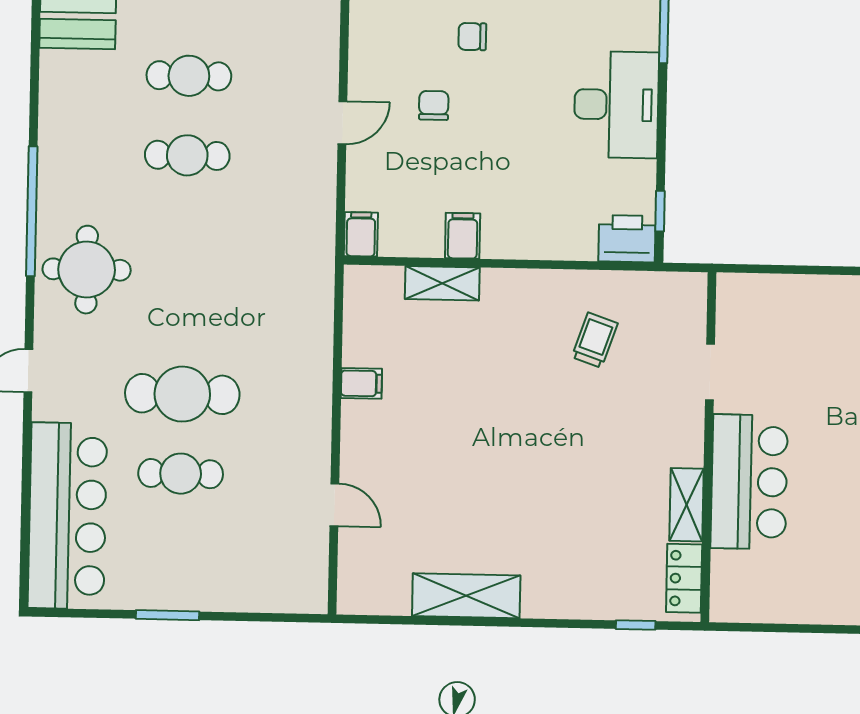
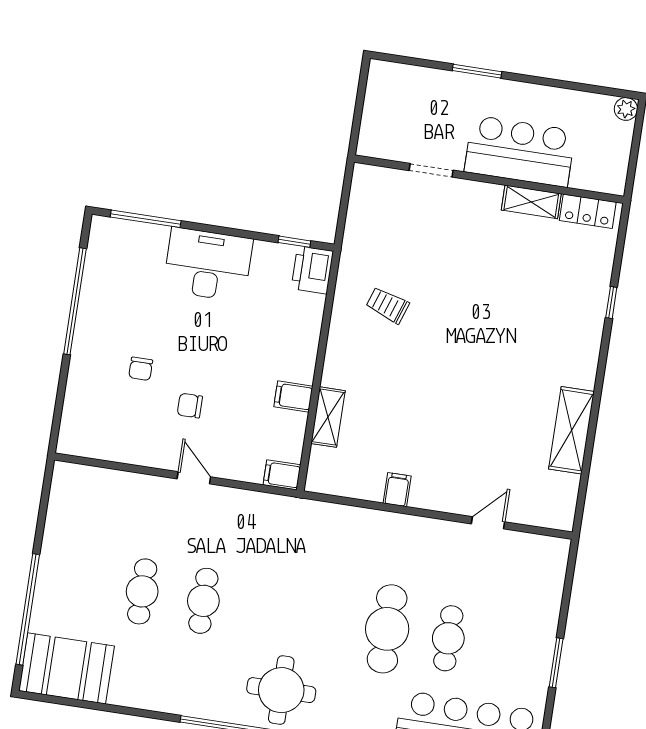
doorway: (710, 372) -> (431, 170), moved
wall: (708, 447) -> (489, 179), moved
bar counter: (749, 482) -> (520, 151), moved
shelving: (686, 505) -> (531, 202), moved
locker: (684, 578) -> (588, 211), moved

